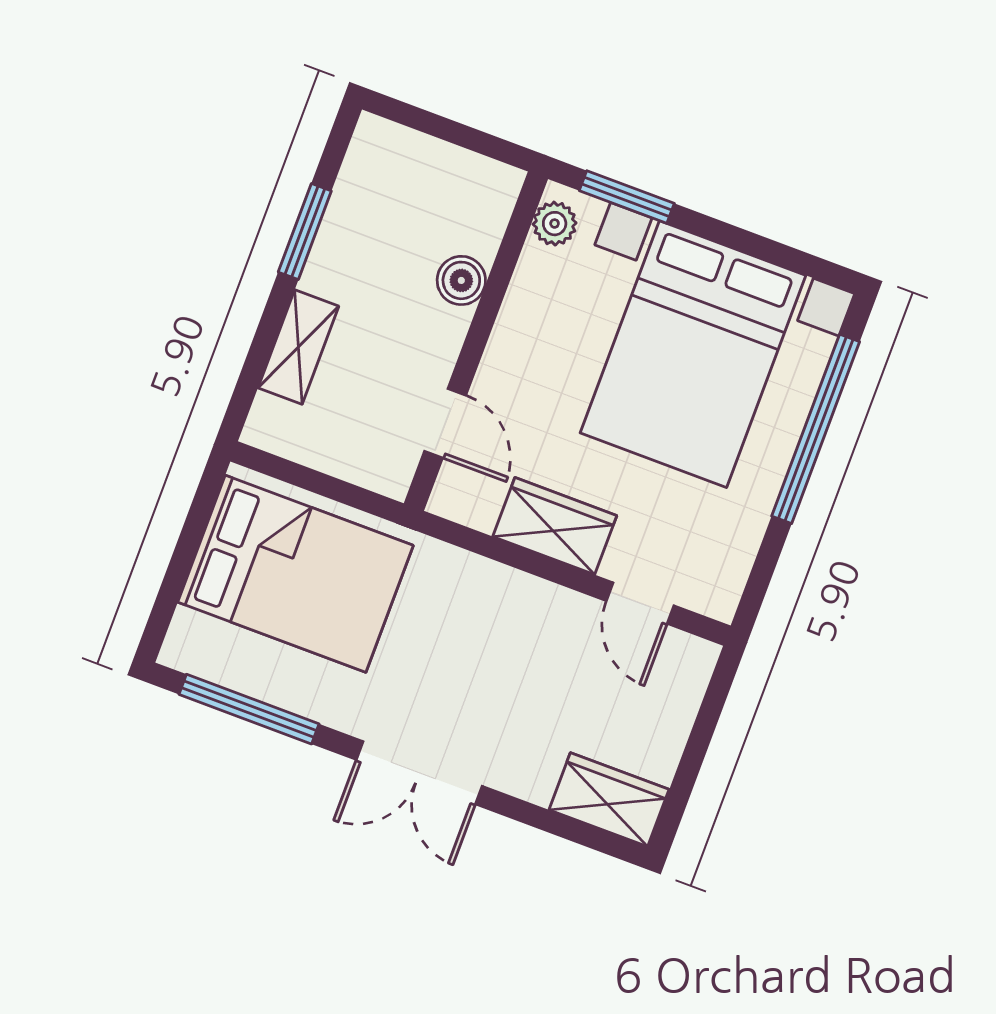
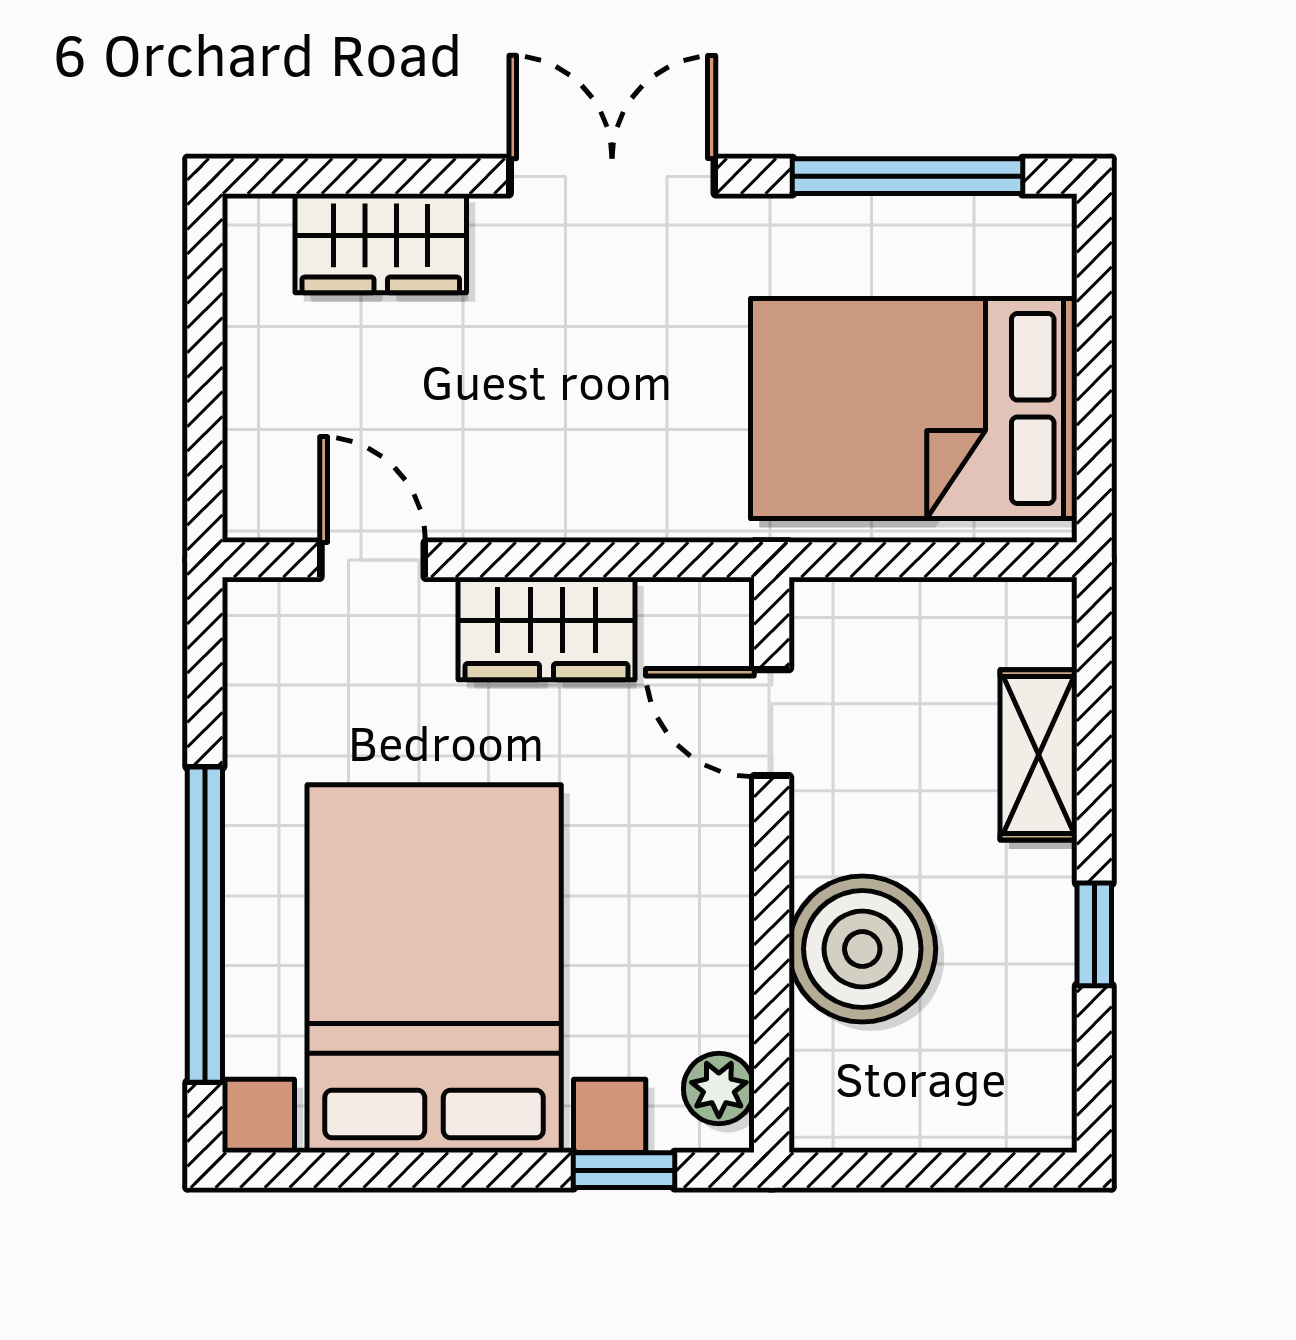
window: (627, 197) -> (624, 1170), width x0.67
window: (305, 232) -> (1094, 934), width x0.67
boiler: (461, 280) -> (862, 949), width x1.86, depth x1.86
wardrobe: (609, 800) -> (381, 243), moved

